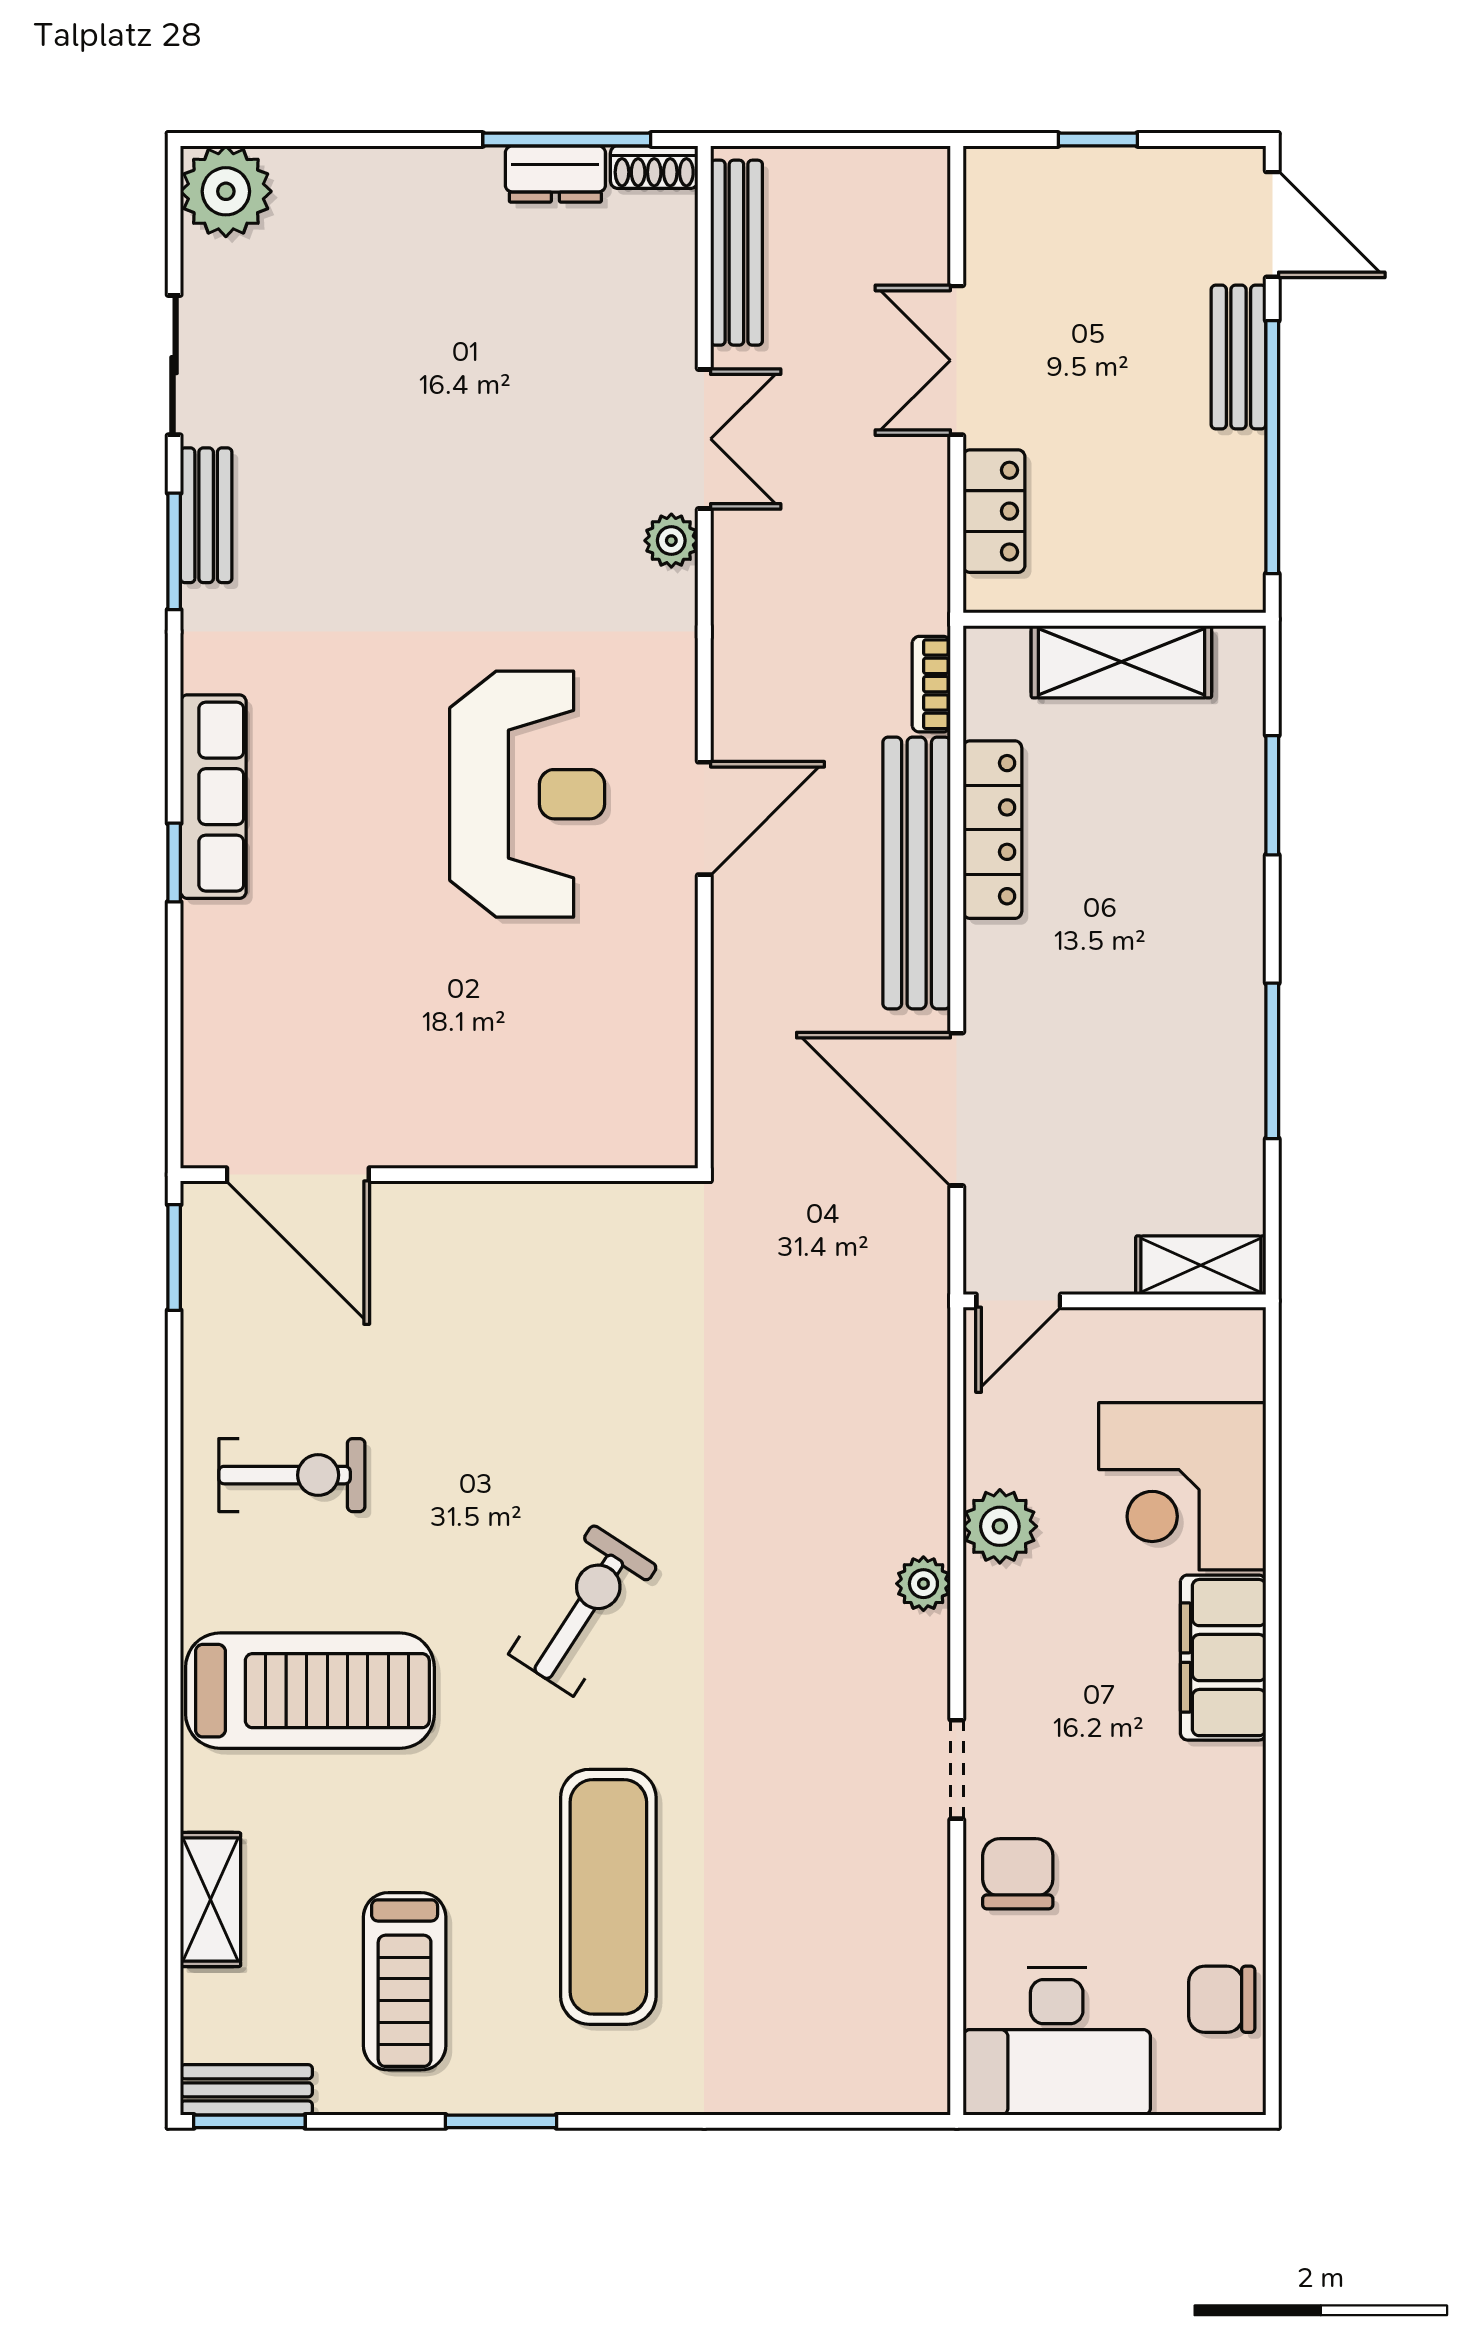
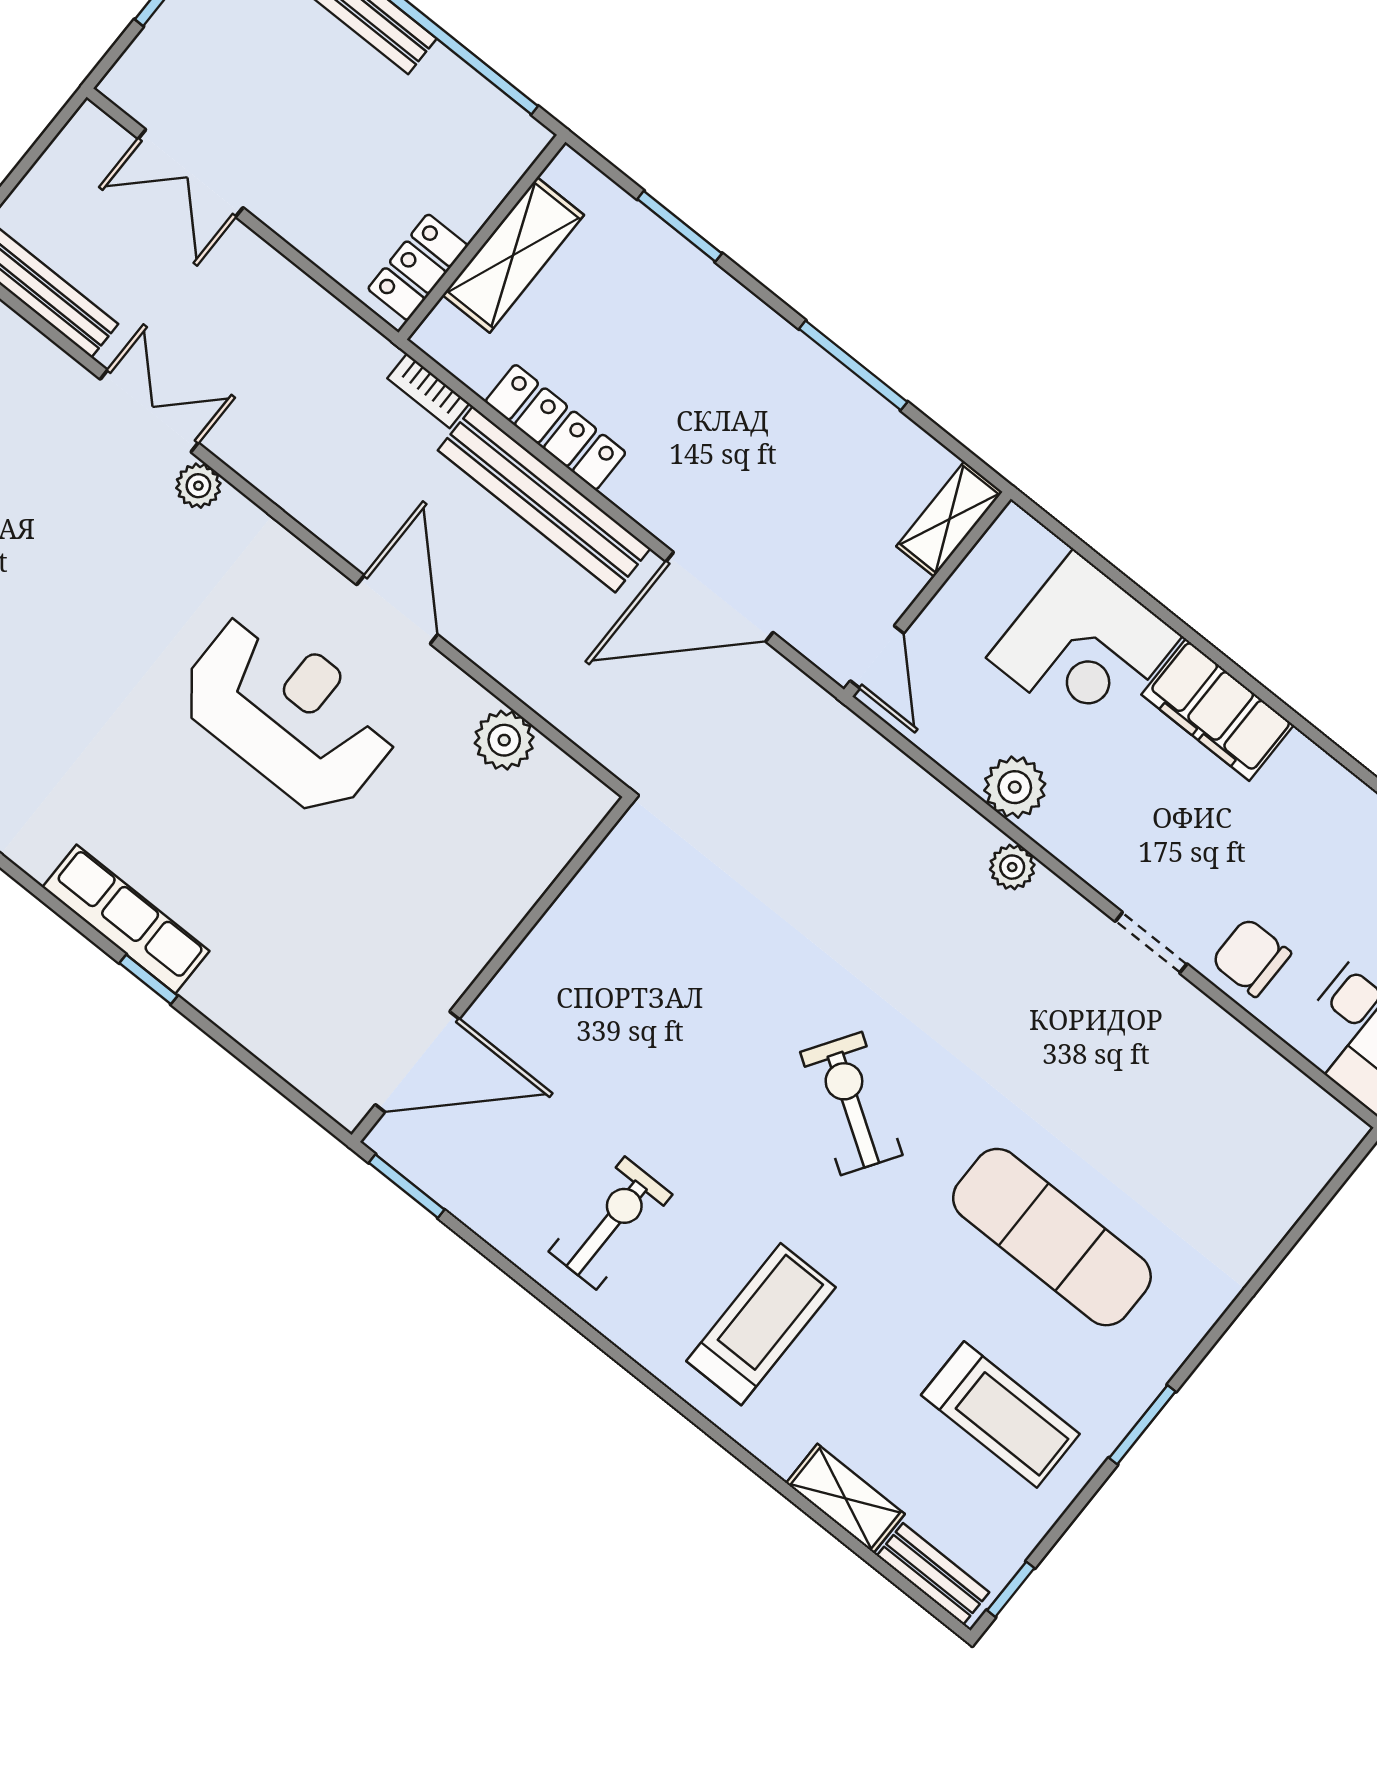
double door: (957, 360) -> (191, 173), moved
locker: (994, 511) -> (418, 267), moved, turned -90
plant: (662, 1015) -> (504, 740), added
treadmill: (310, 1691) -> (761, 1324), width x0.73, depth x0.73
bench: (246, 2090) -> (933, 1574), moved, turned 90
window: (249, 2121) -> (1011, 1589), width x0.67

